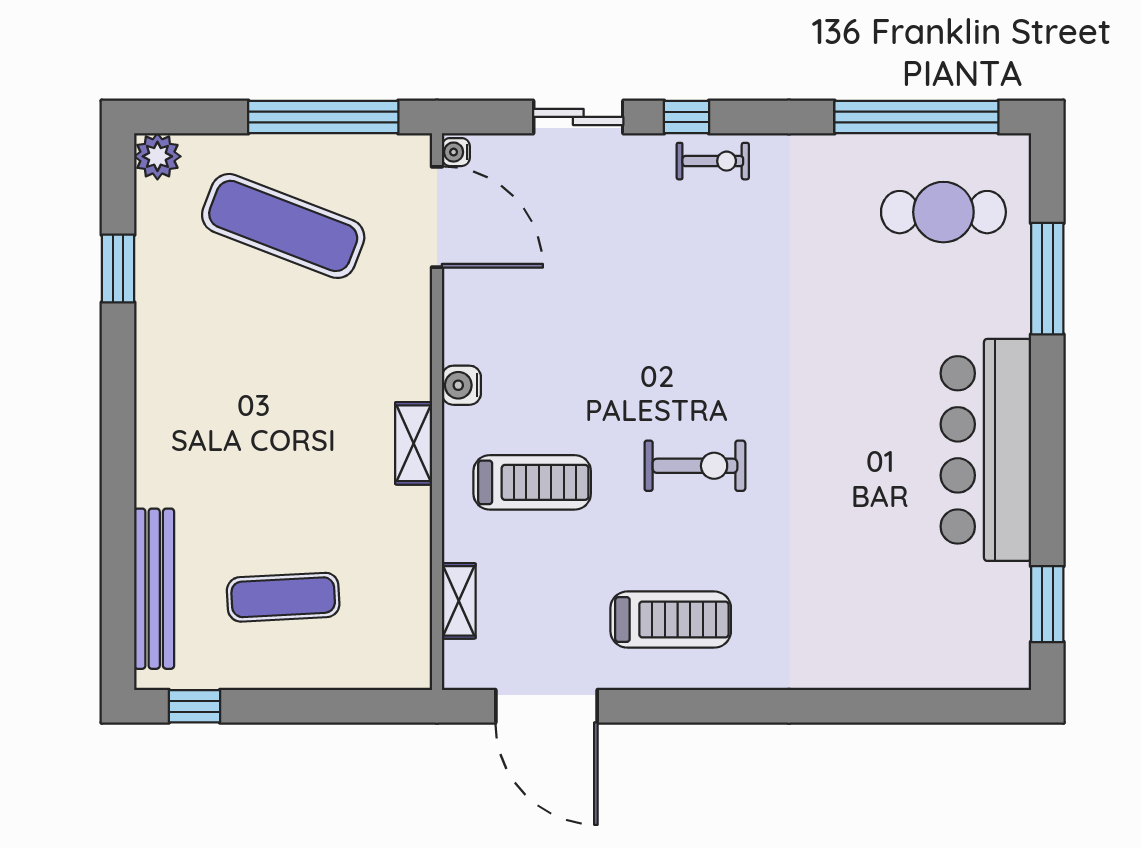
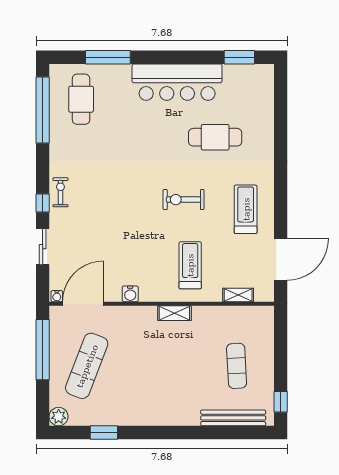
water cooler: (461, 385) -> (130, 294), moved
exercise bike: (695, 466) -> (183, 200), turned -90
cafe table: (849, 544) -> (215, 137), added

